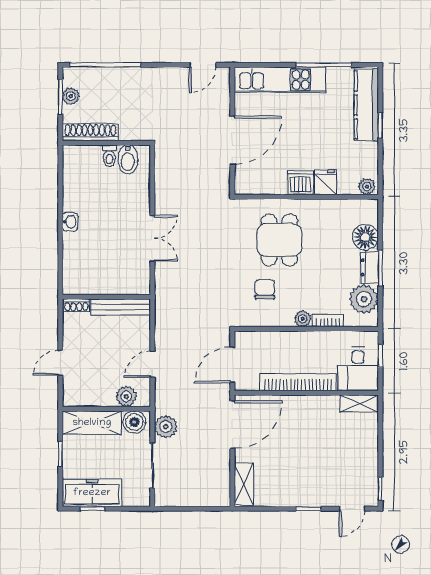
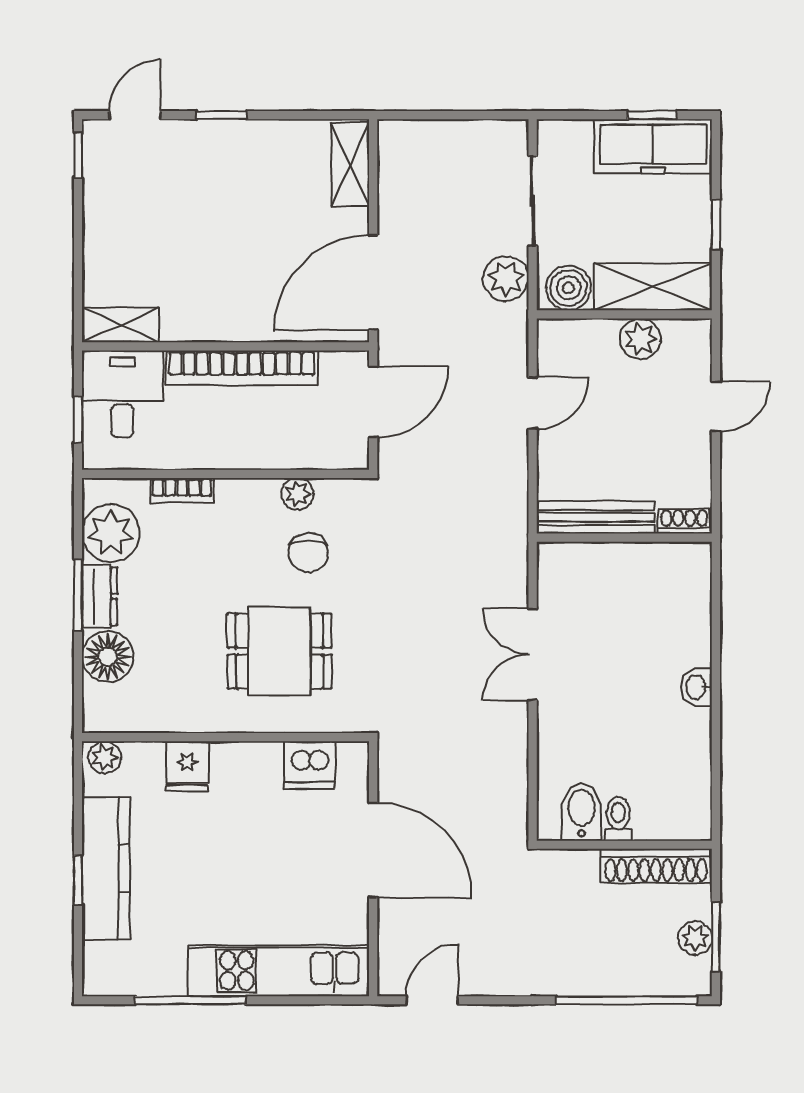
kitchen counter: (366, 105) -> (106, 868), moved
door: (232, 140) -> (373, 850), swing flipped
dishwasher: (301, 183) -> (310, 765), moved
dining table: (279, 240) -> (279, 651), turned 90
plant: (303, 319) -> (297, 494), moved
plant: (126, 396) -> (640, 339), moved

